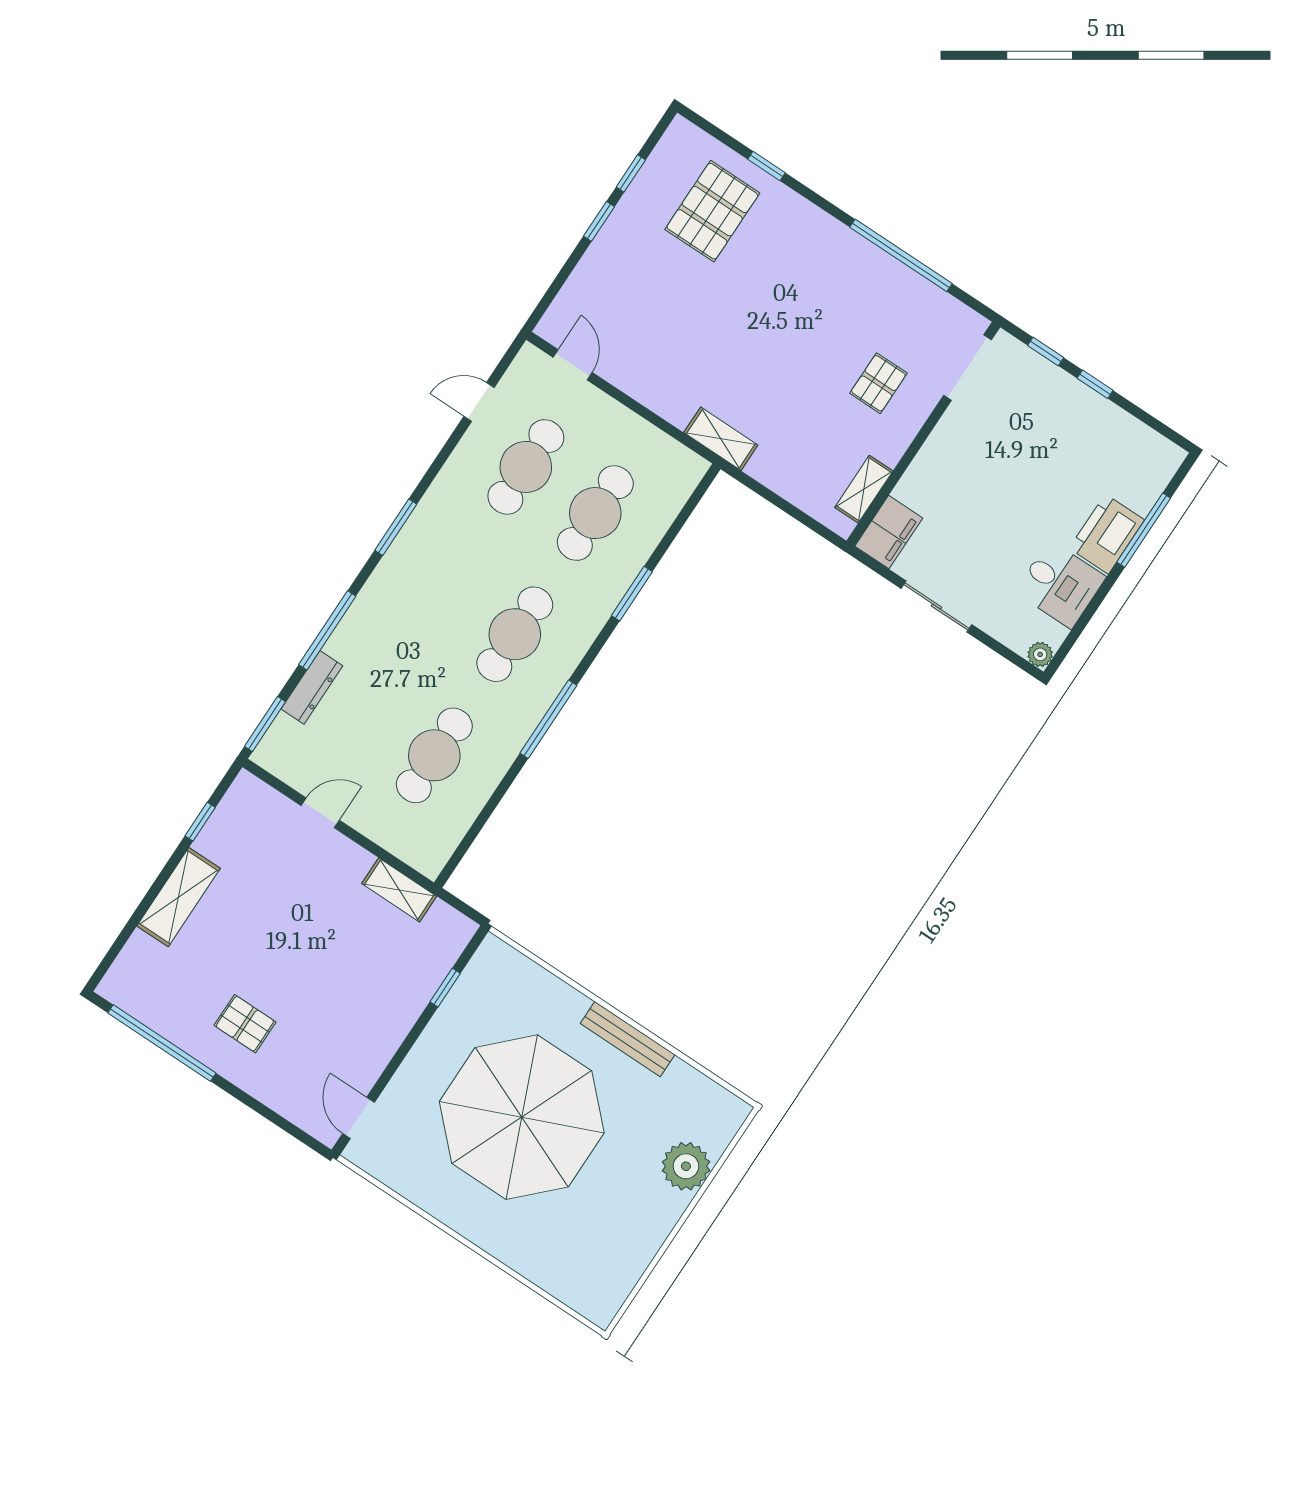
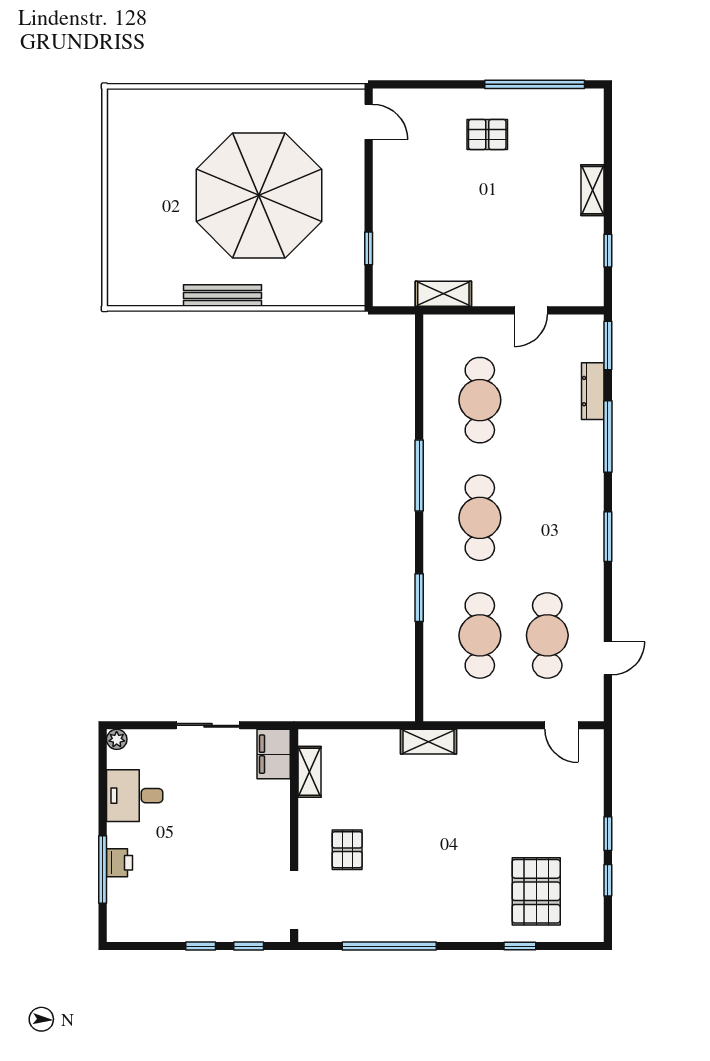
printer: (1107, 534) -> (120, 863), width x0.53, depth x0.68
shelving: (179, 897) -> (592, 190), width x0.67, depth x0.75
plant: (686, 1166) -> (126, 236), removed

